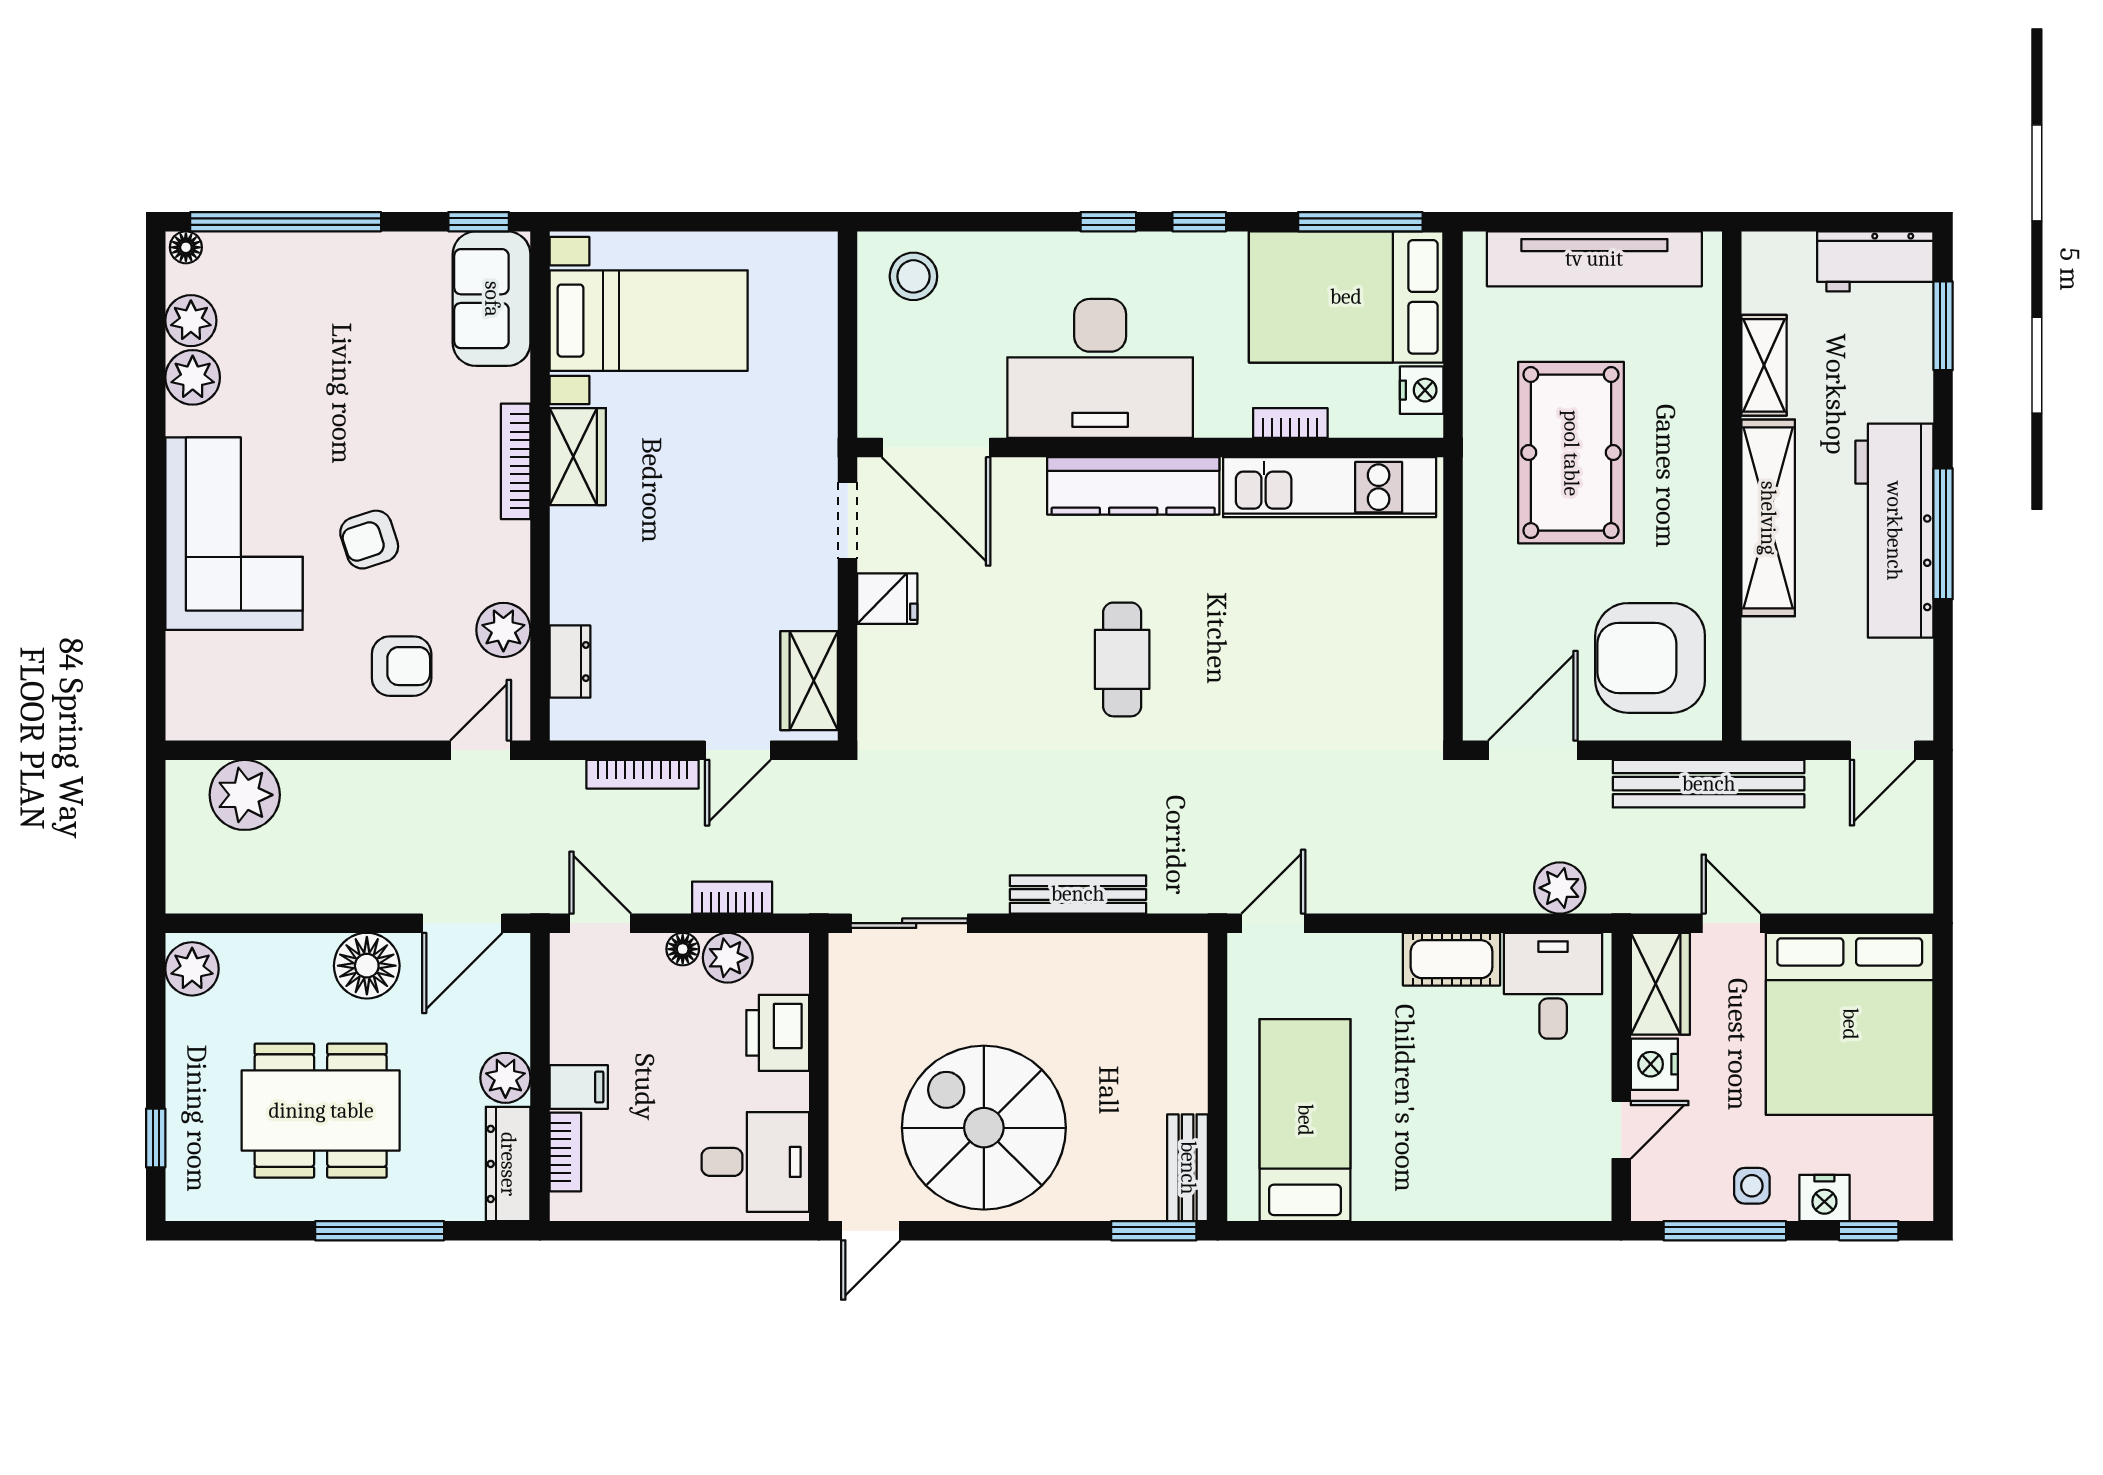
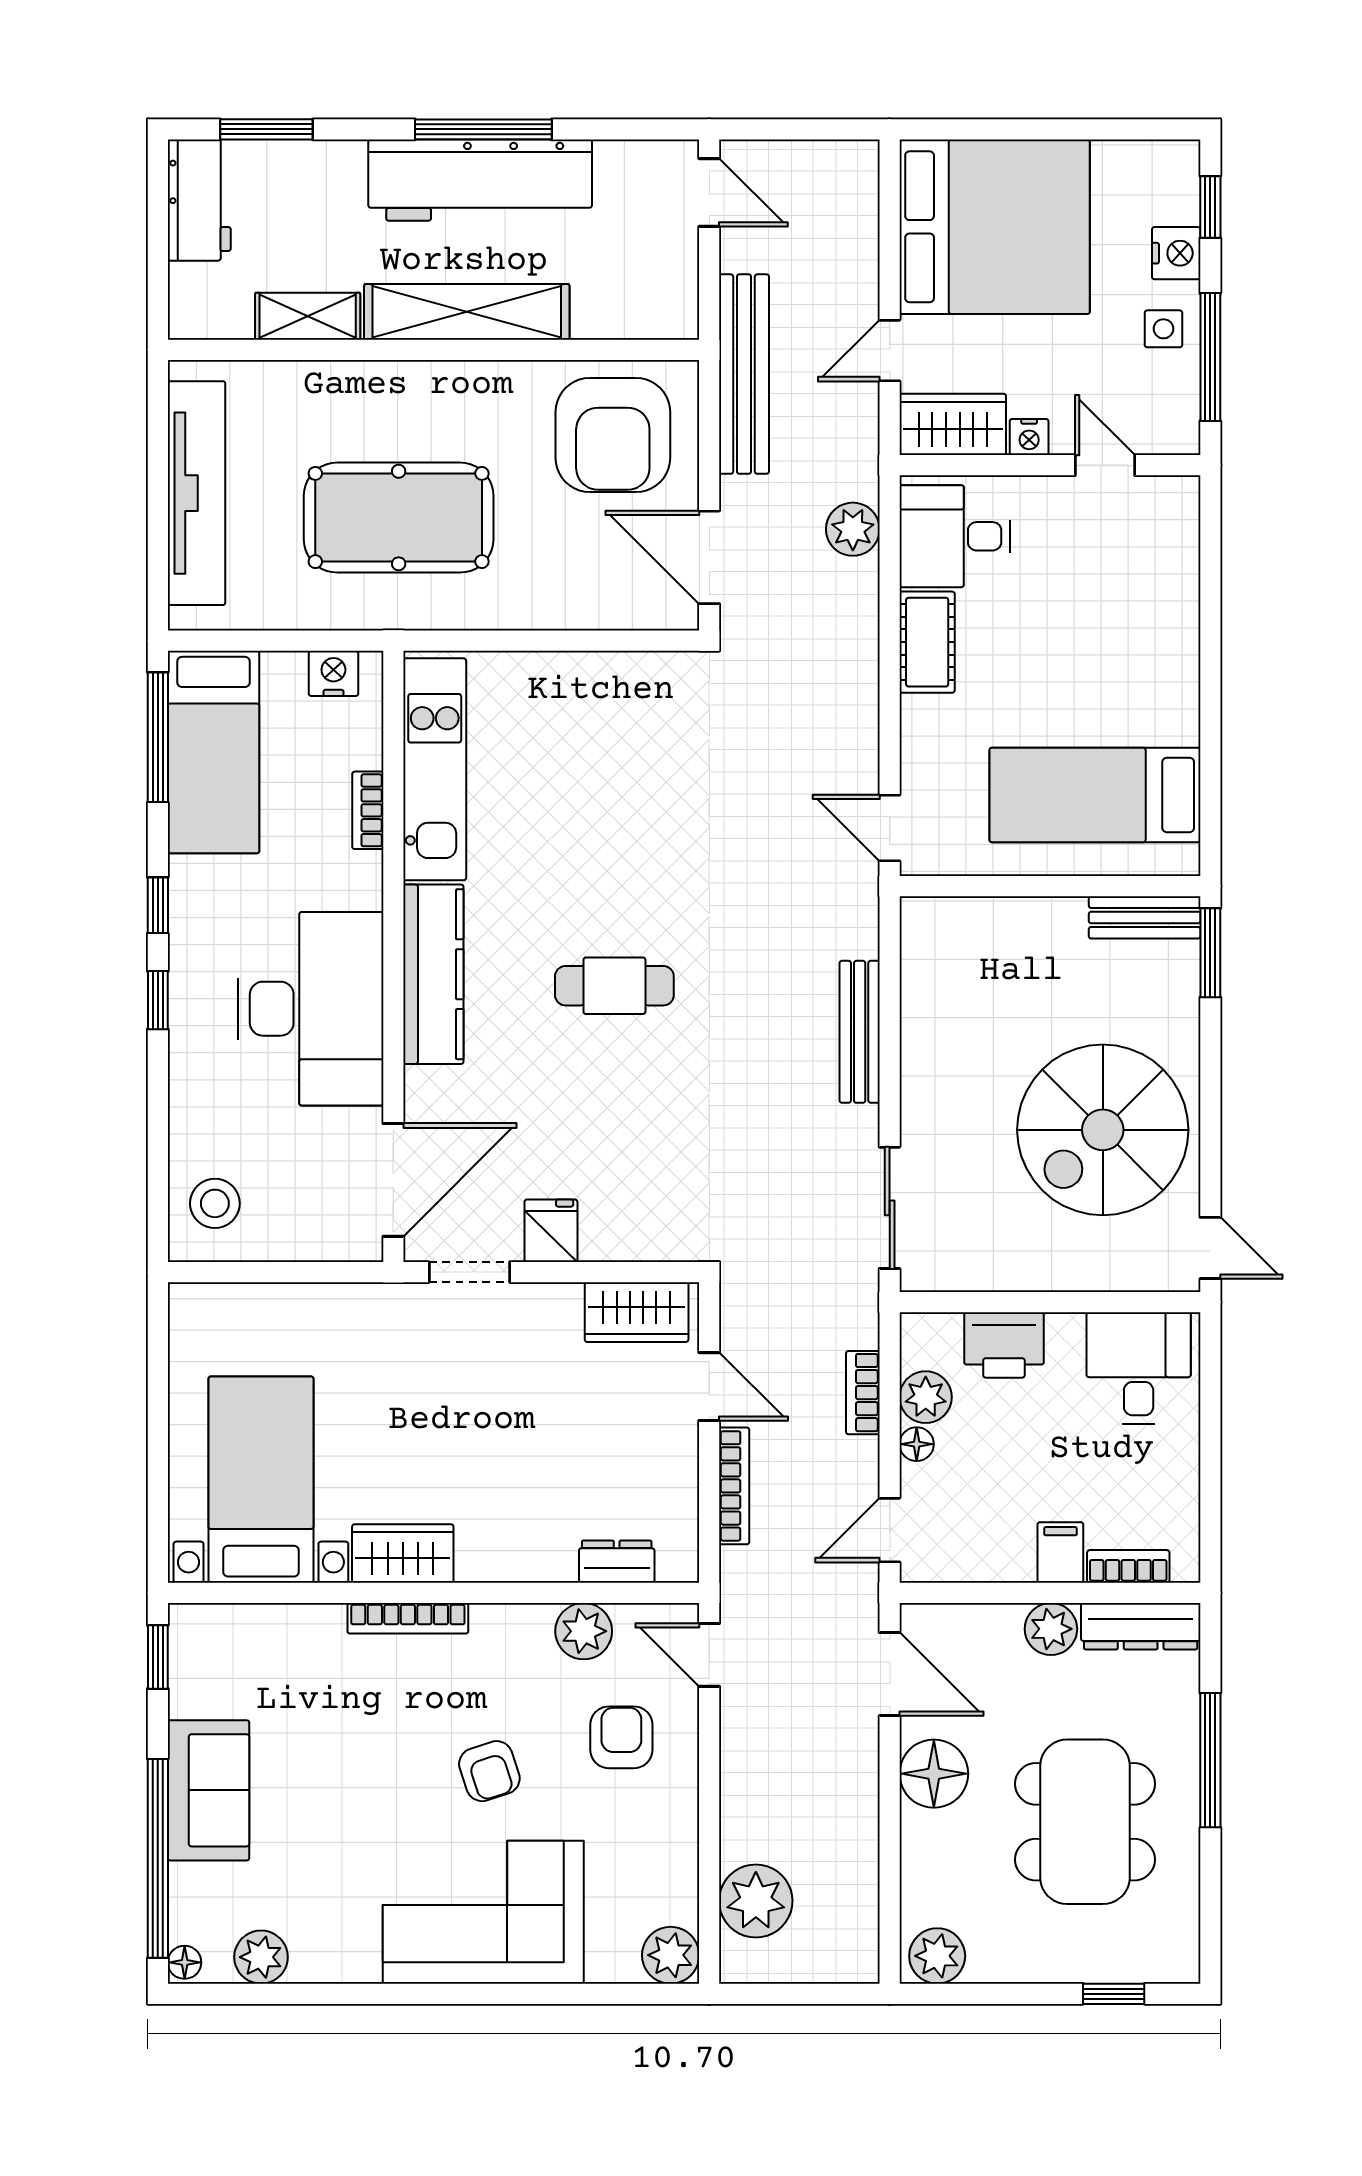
bed: (1346, 297) -> (213, 752), width x0.67
sofa: (492, 299) -> (208, 1790), moved, turned -90
plant: (193, 377) -> (671, 1955), moved
nightstand: (1654, 1064) -> (1029, 437), width x0.72, depth x0.74

